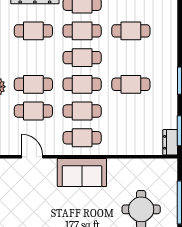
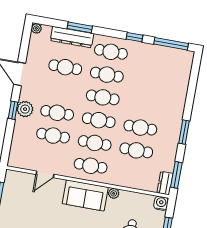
cafe table: (131, 31) -> (136, 150), moved
door: (32, 157) -> (45, 174), swing flipped
plant: (114, 165) -> (114, 193), added
water cooler: (170, 166) -> (161, 203), added

